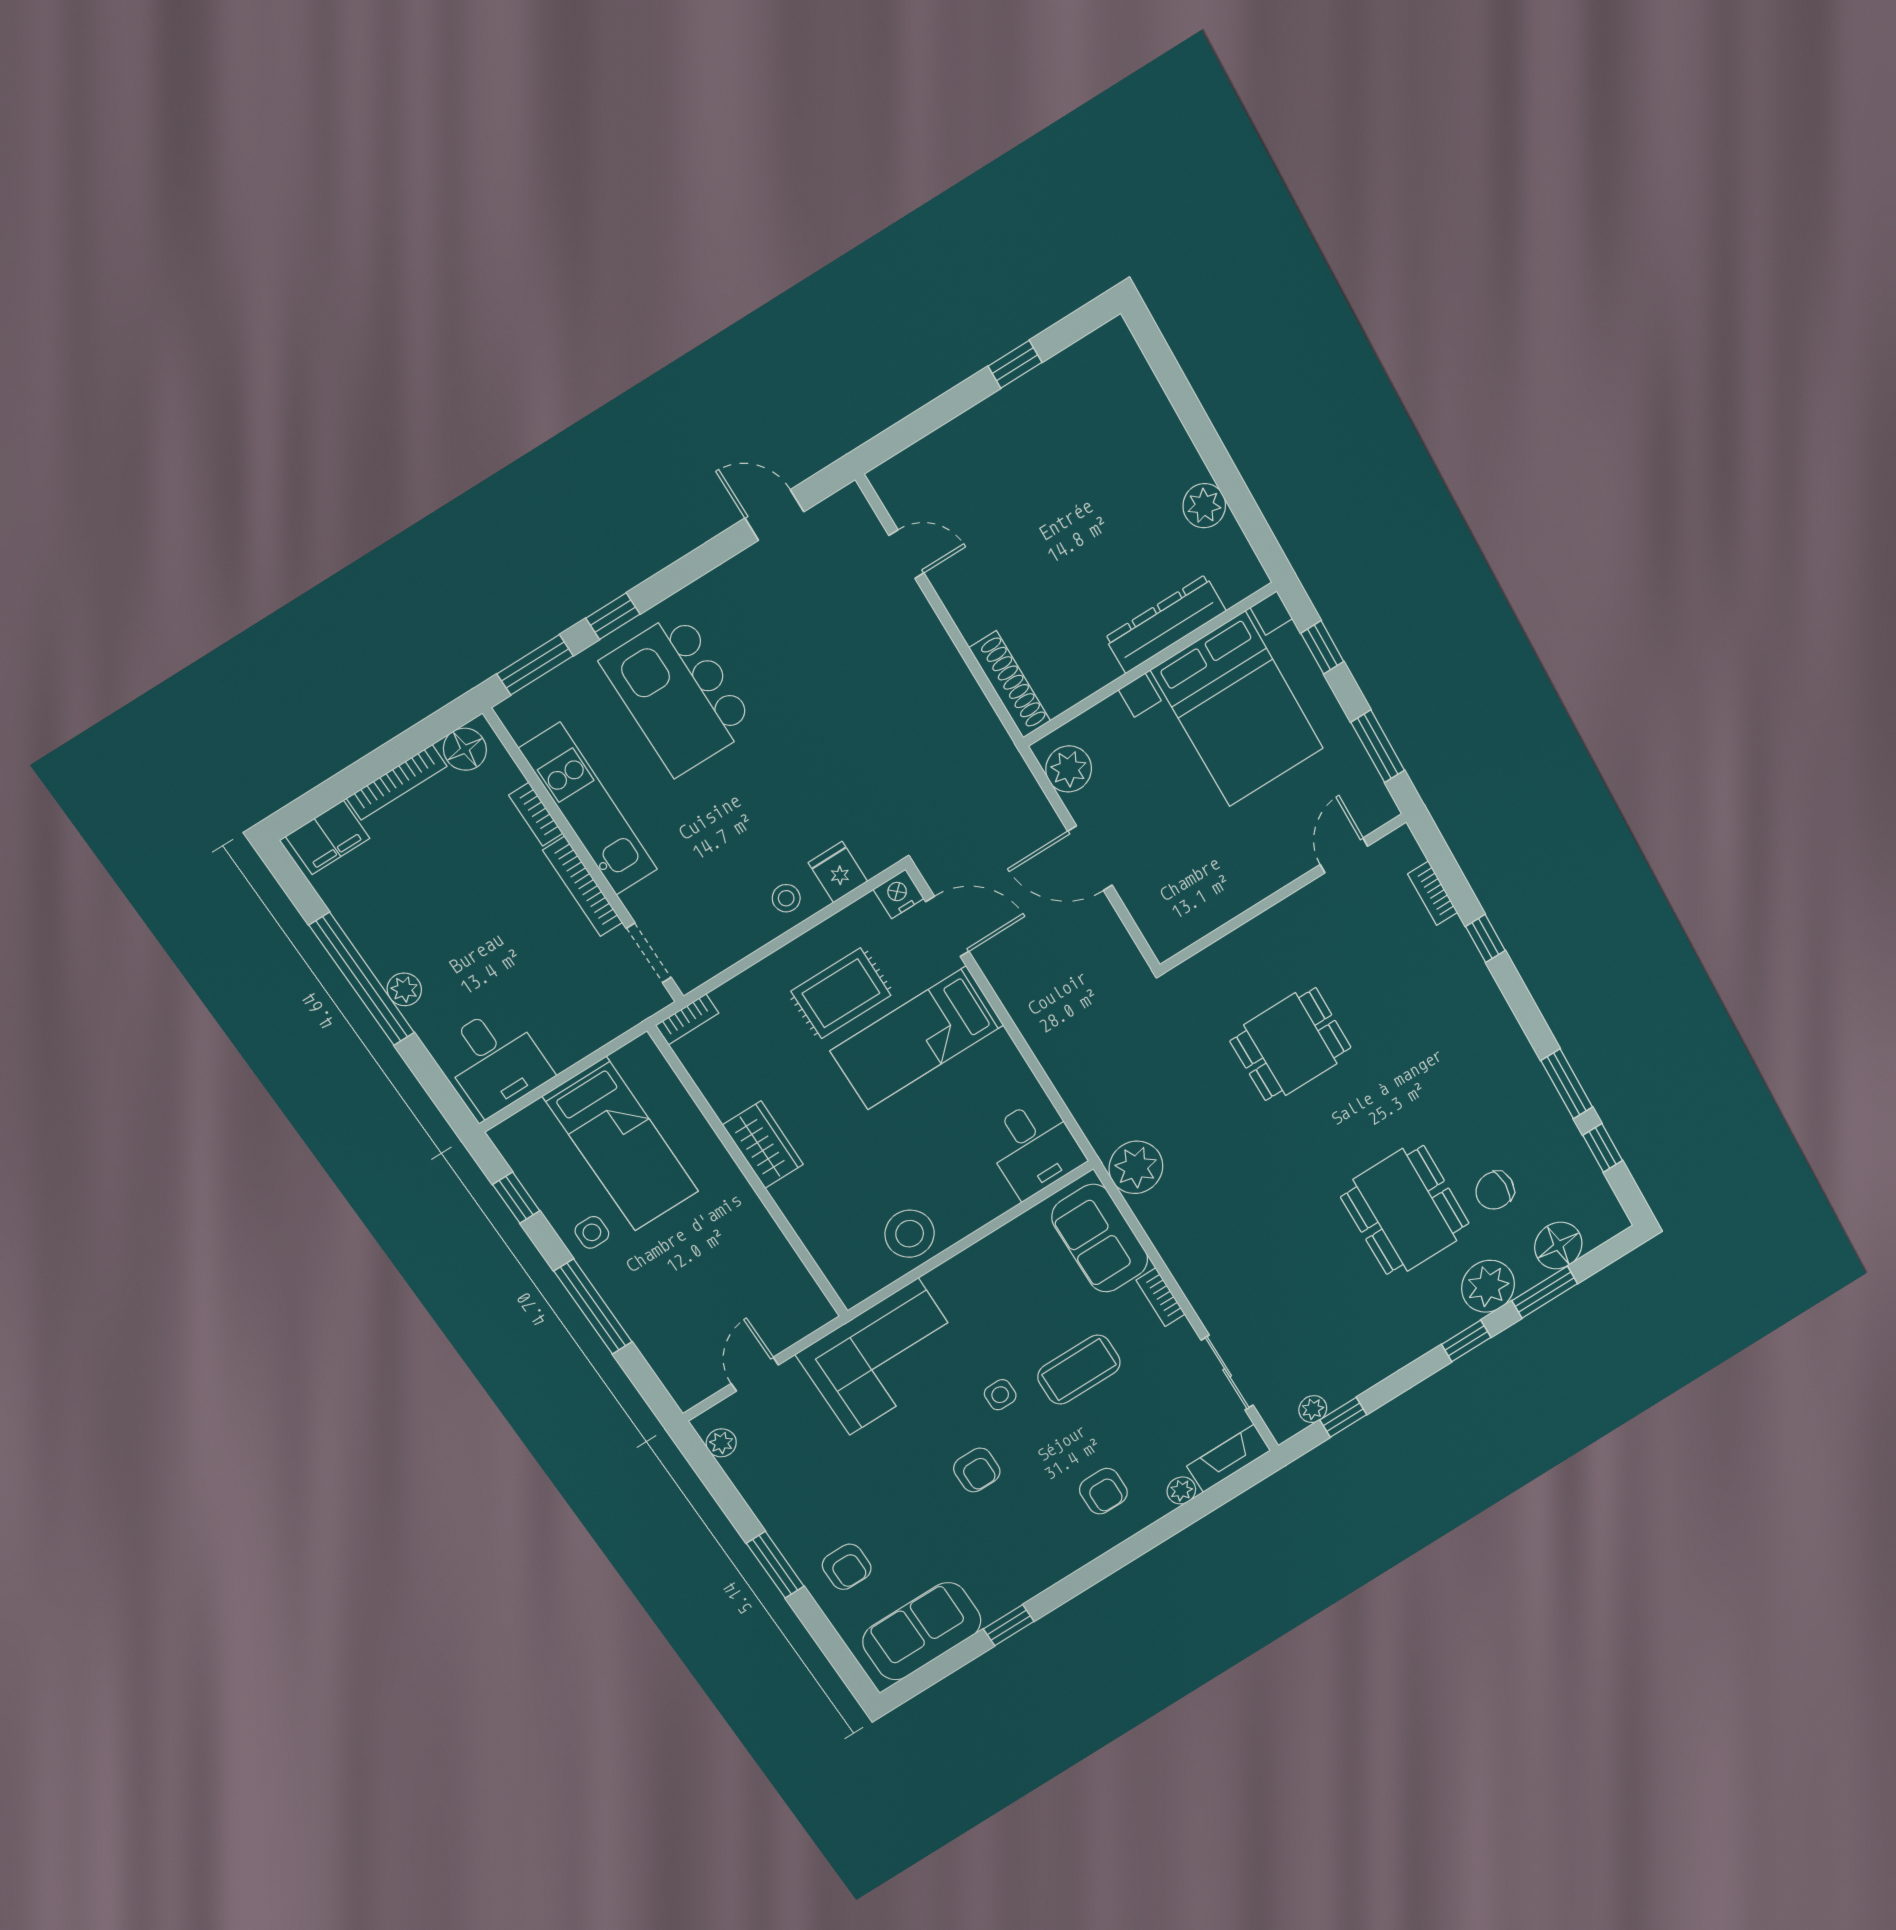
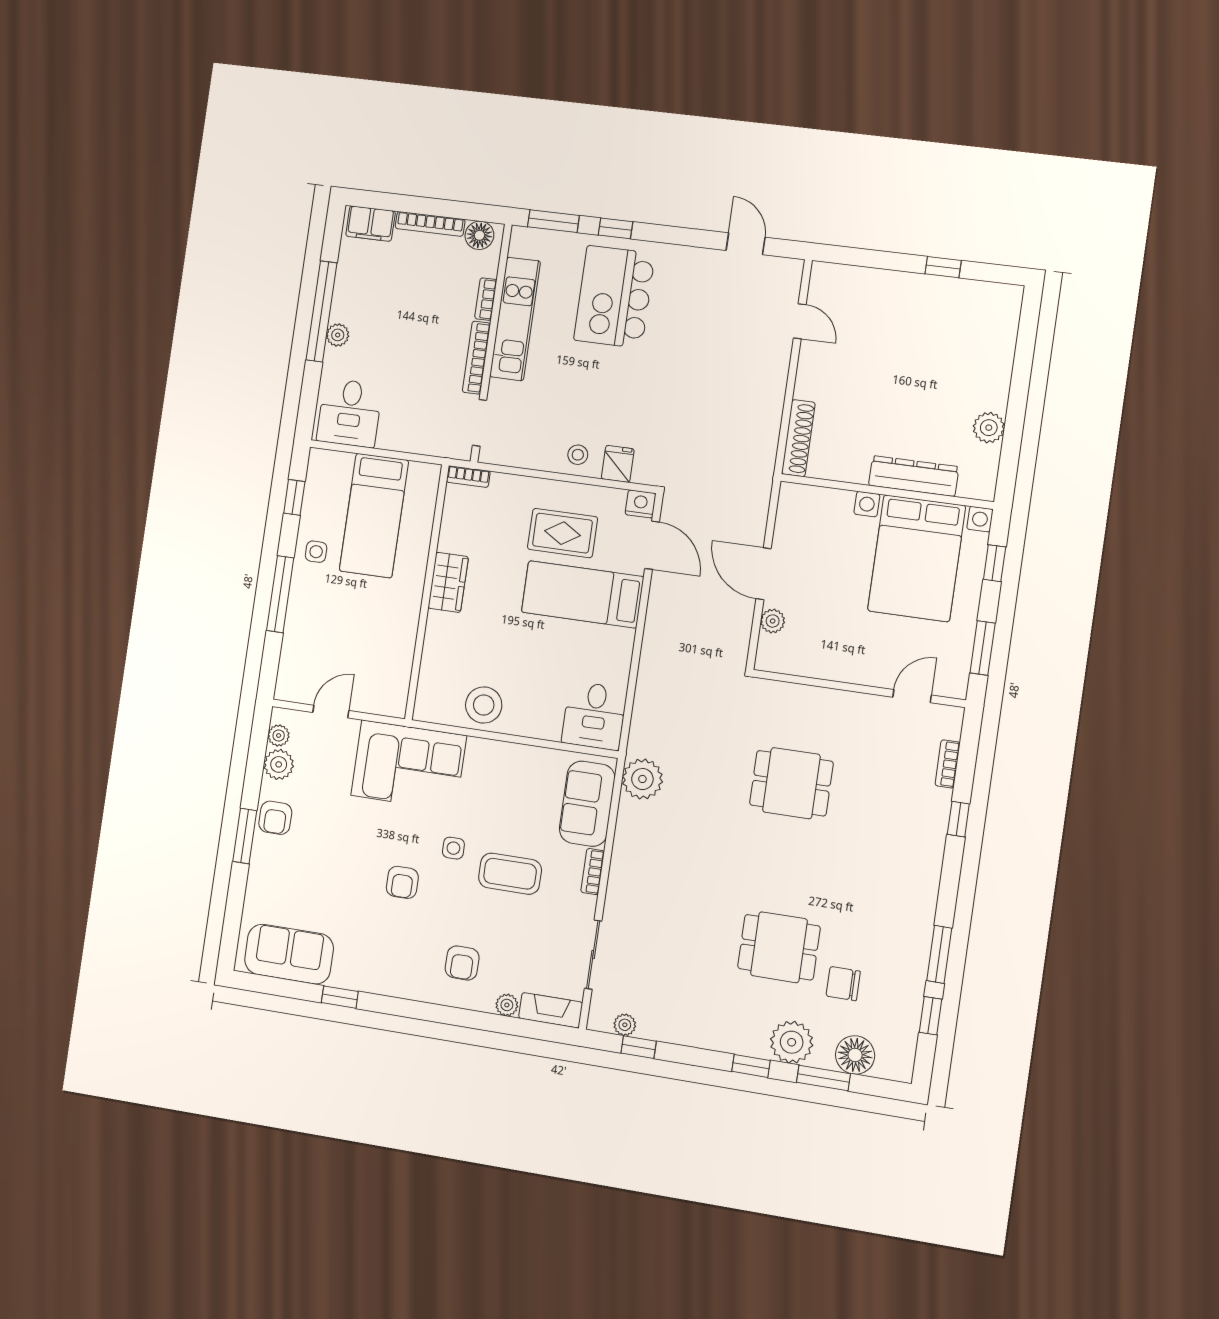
plant: (1069, 769) -> (773, 621), moved, width x0.73, depth x0.73
dining table: (1405, 1210) -> (779, 947), width x0.73
plant: (747, 1470) -> (279, 764), added
armchair: (847, 1567) -> (275, 818), moved

